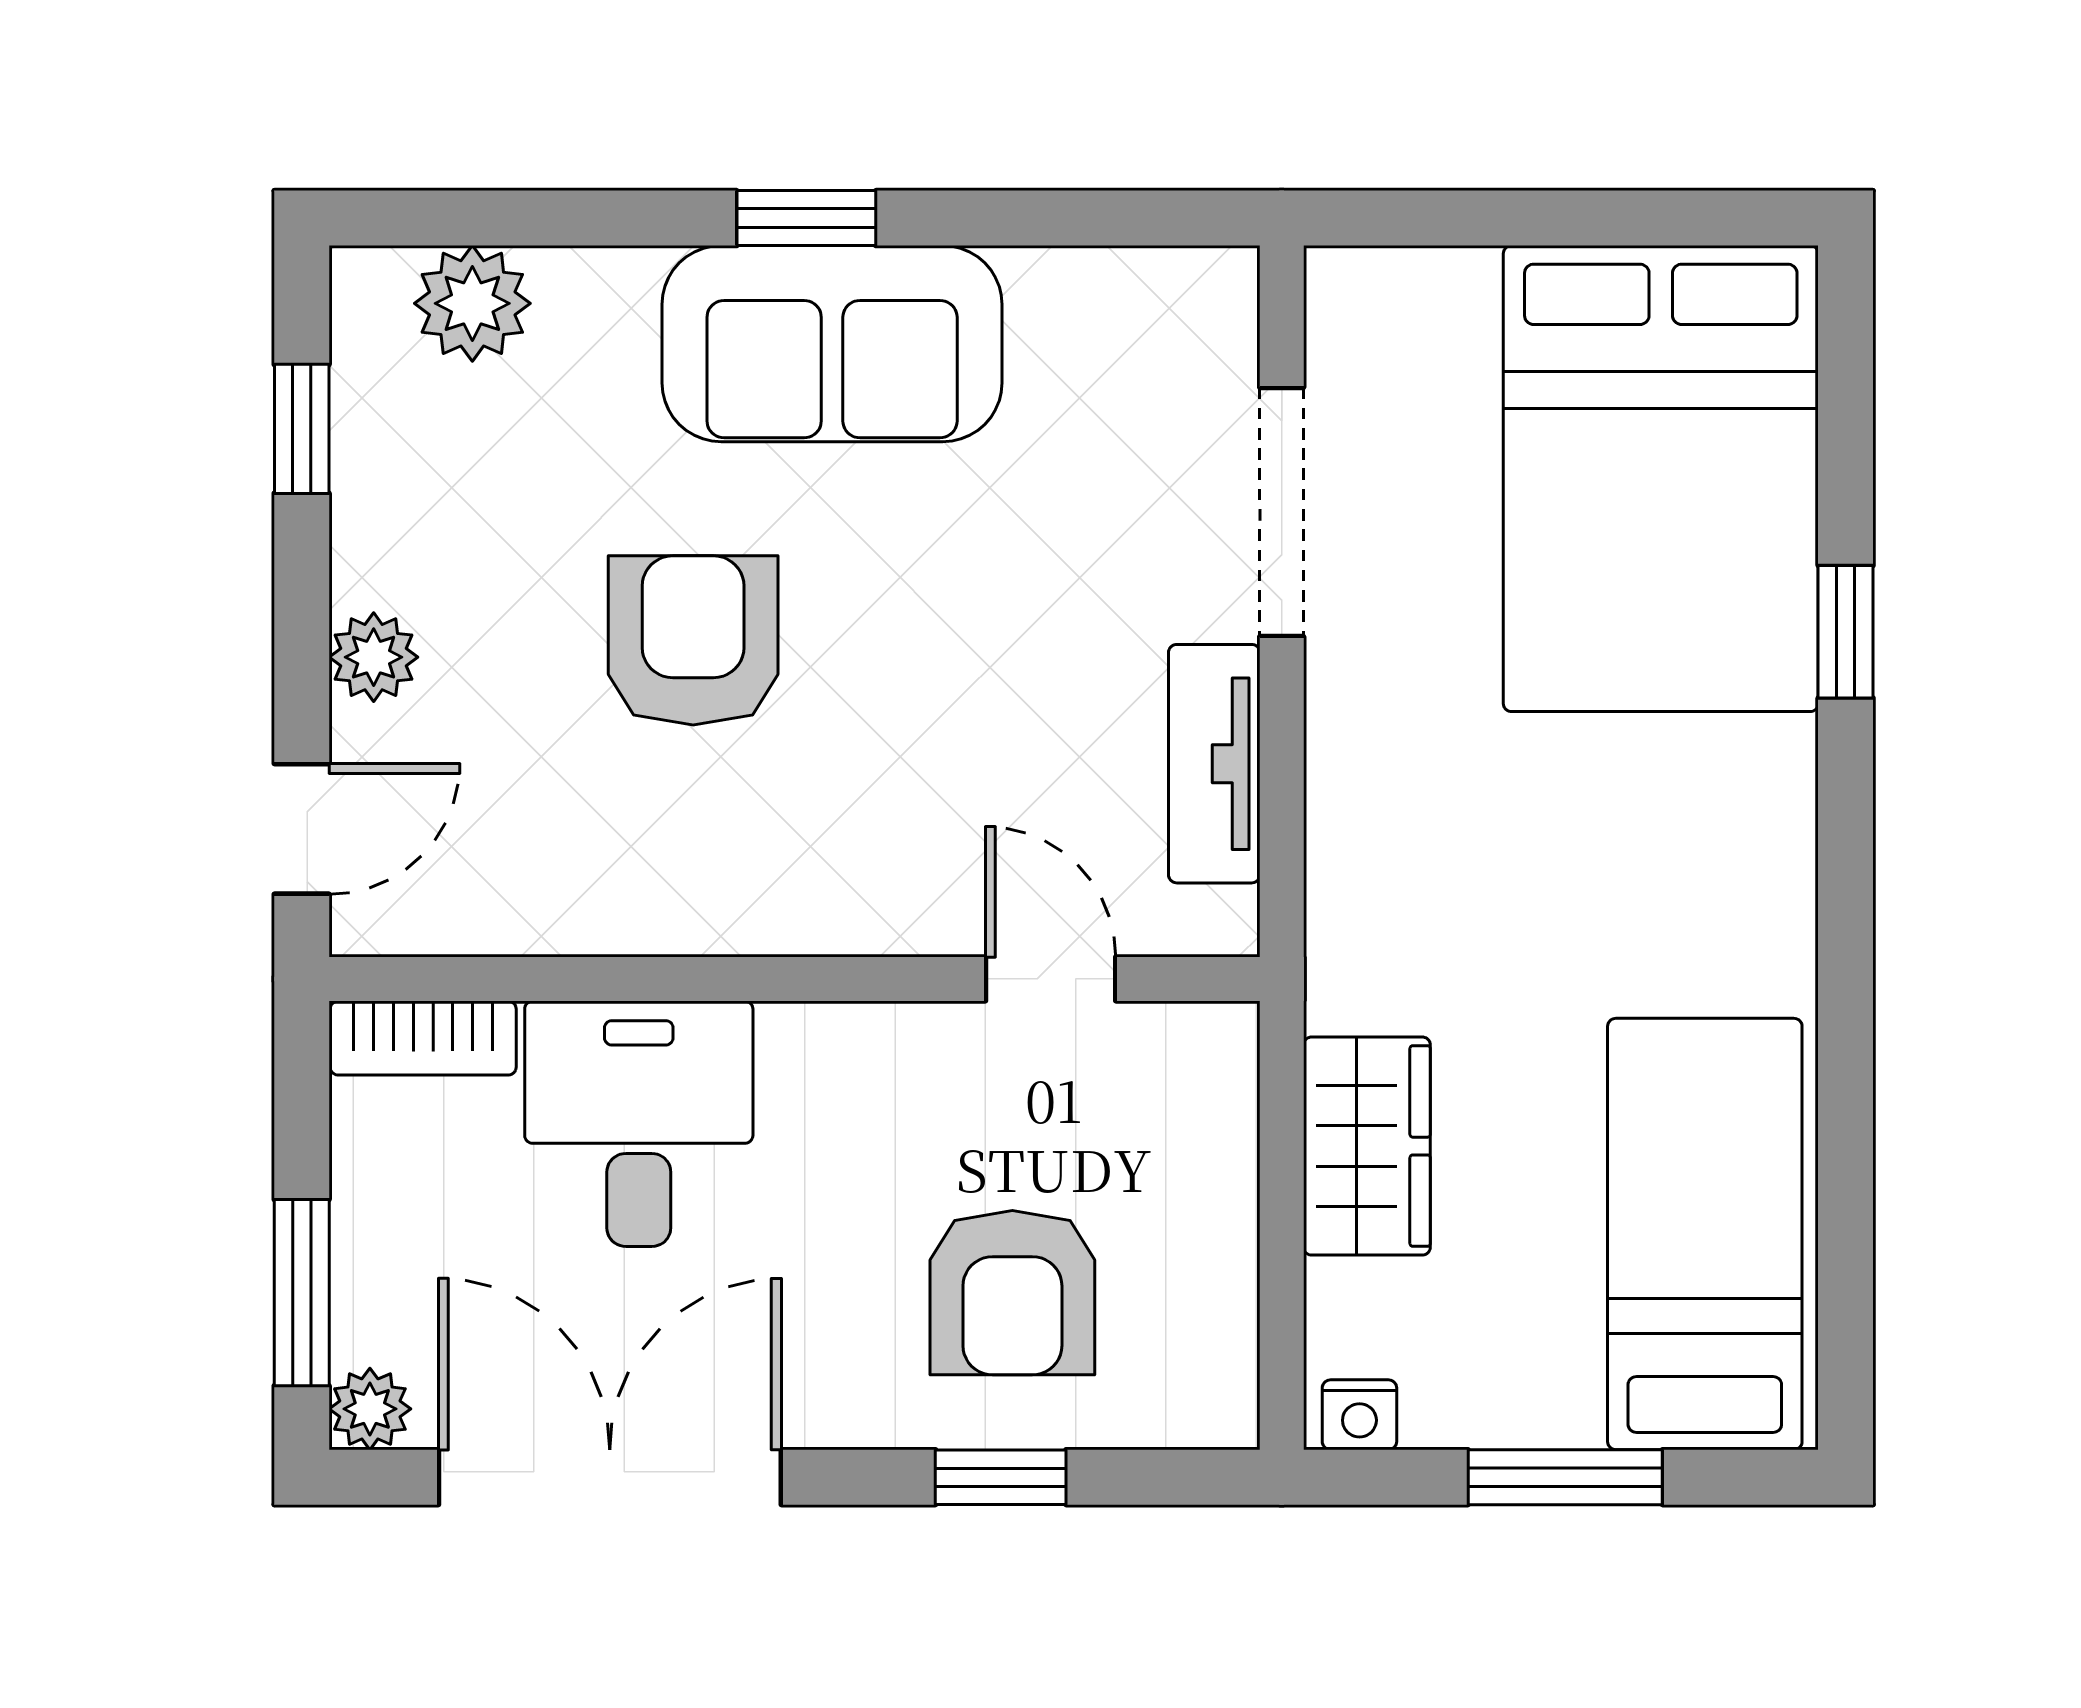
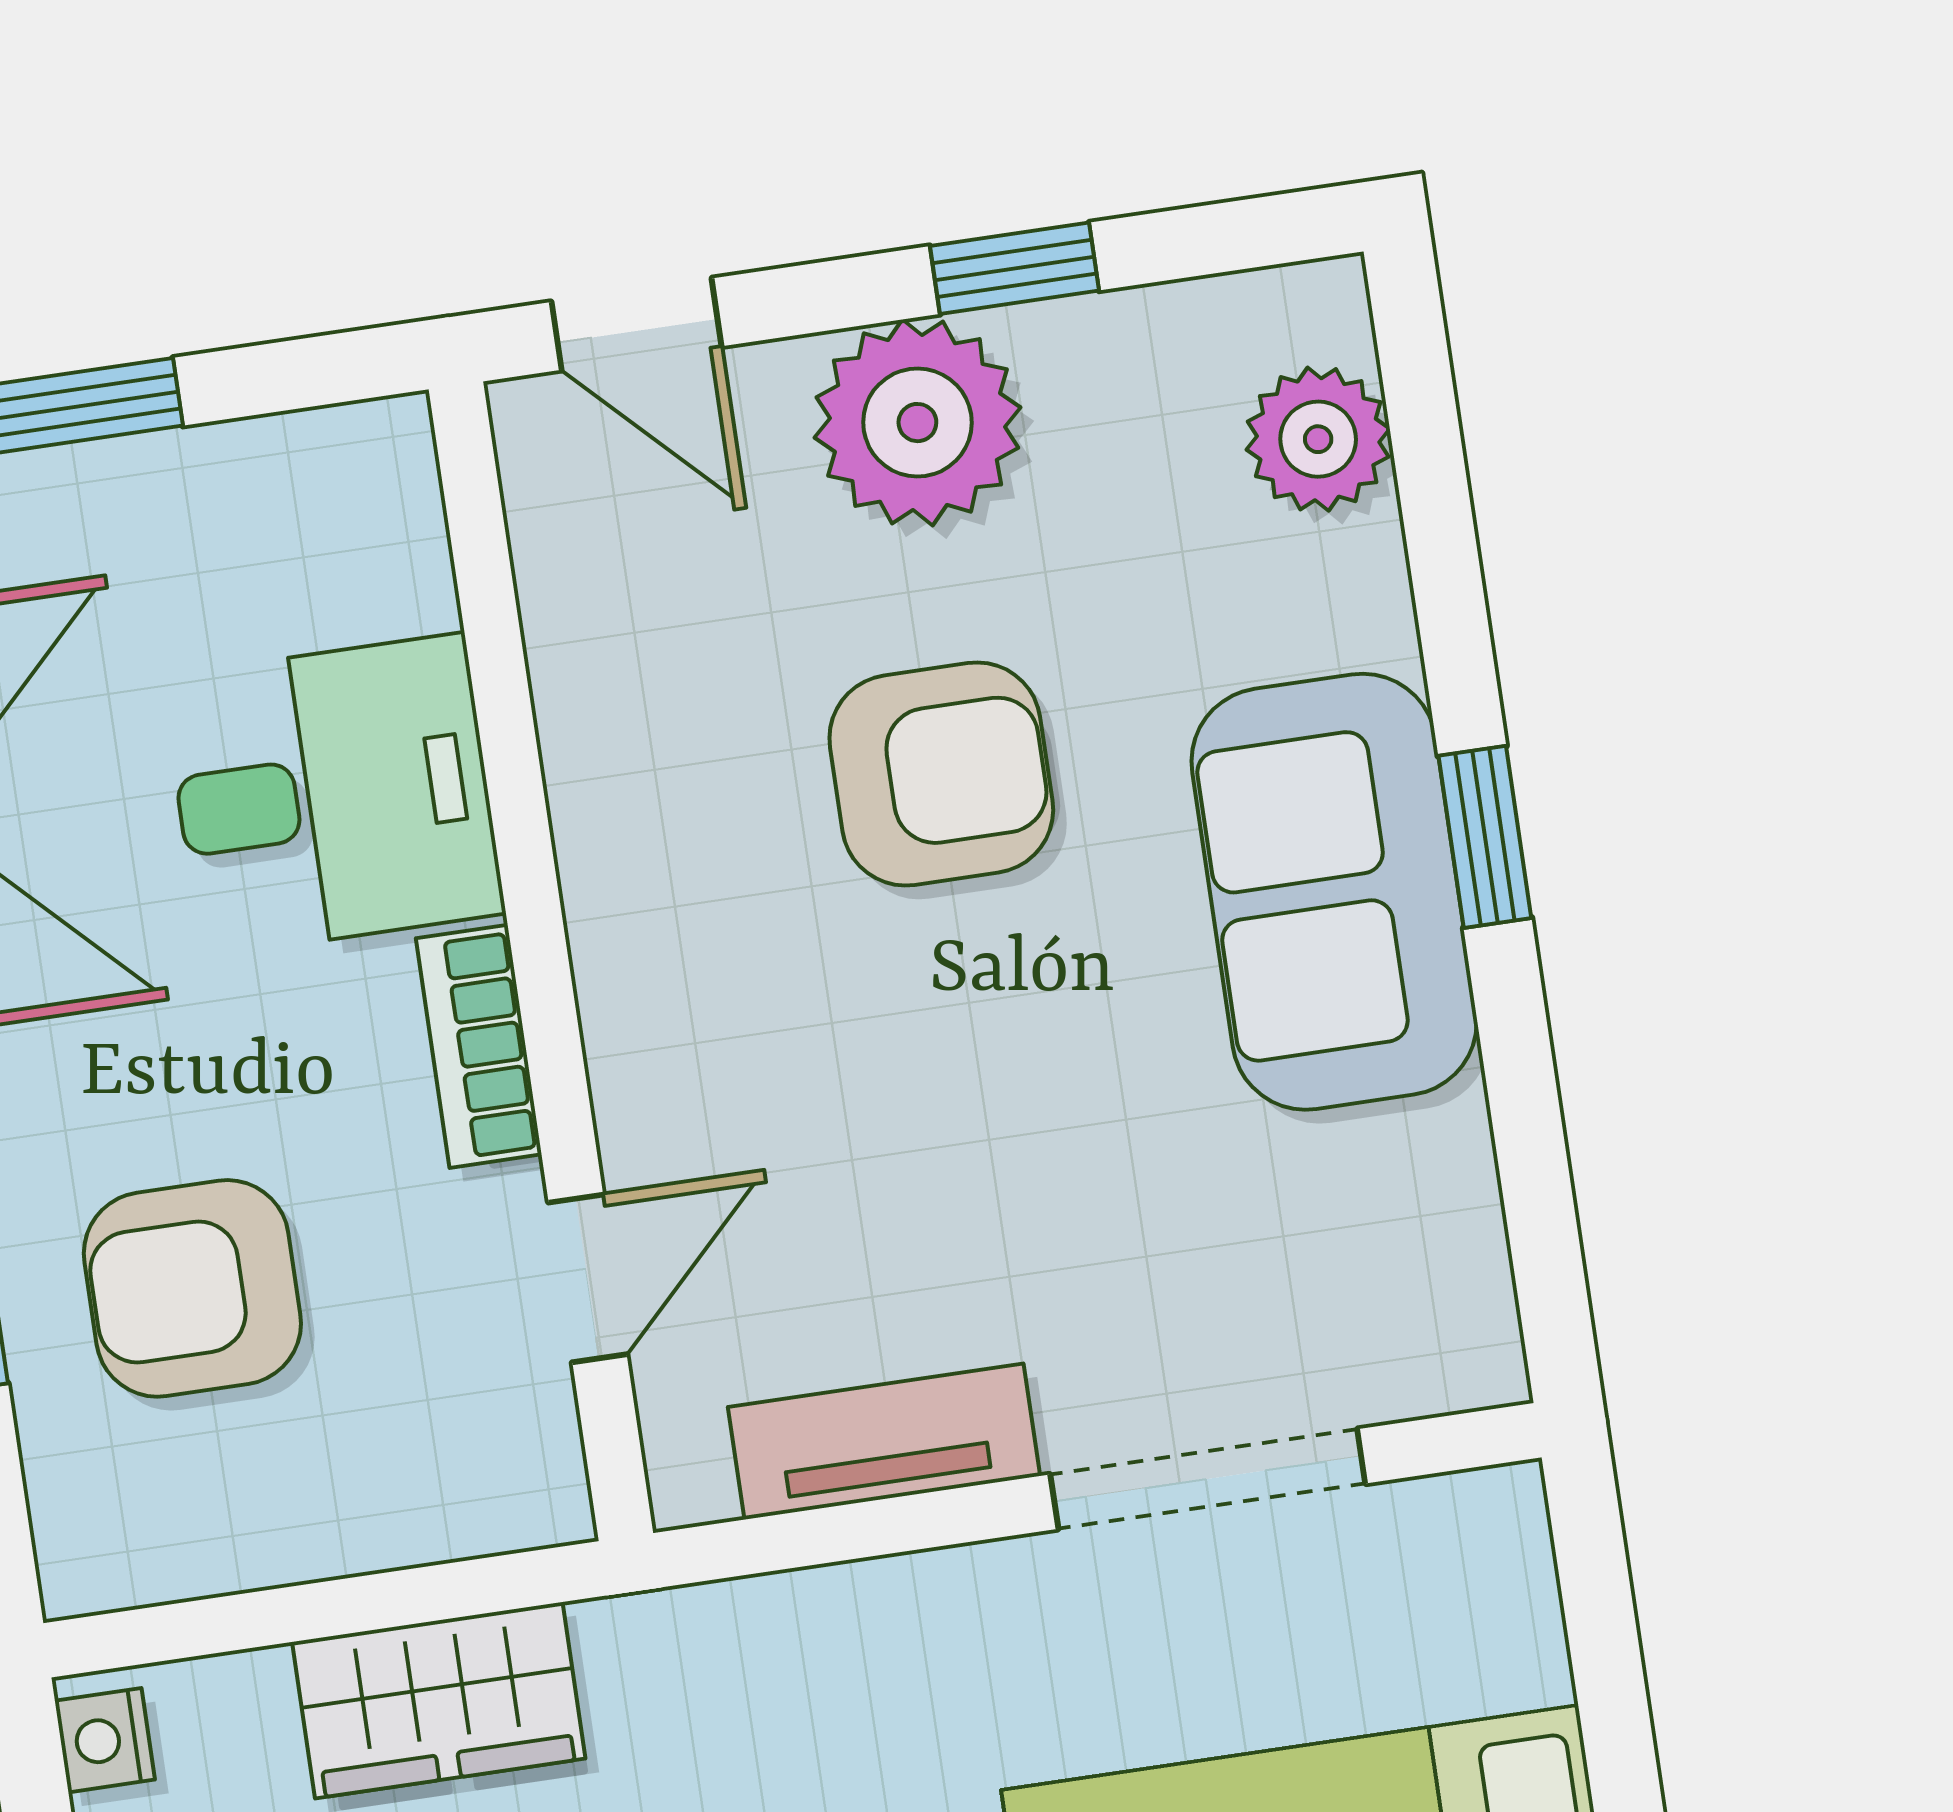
window: (302, 429) -> (1014, 268), moved
plant: (374, 657) -> (917, 423), width x1.87, depth x1.87
bookcase: (423, 1038) -> (479, 1046), moved

